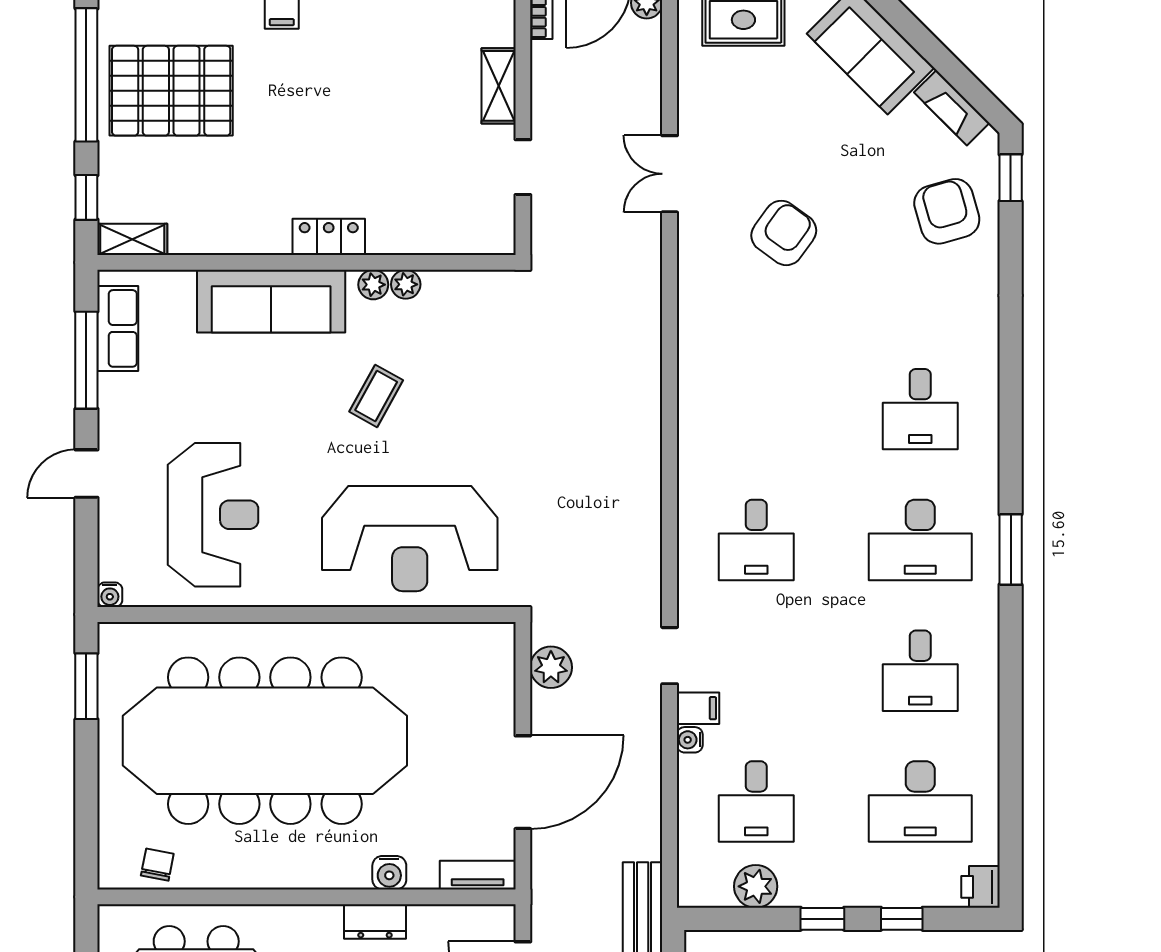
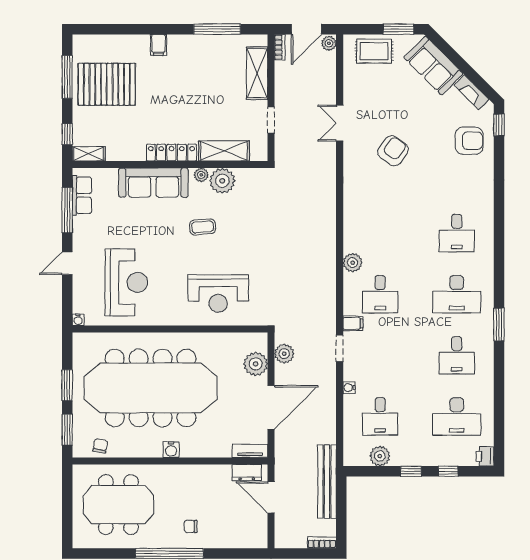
window: (86, 75) -> (67, 77), width x0.68
shelving: (499, 86) -> (257, 73), width x1.50, depth x1.33
armchair: (947, 211) -> (469, 141), turned 106
shelving: (422, 233) -> (224, 151), added
locker: (329, 237) -> (171, 153), width x1.53
plant: (406, 284) -> (222, 181), width x1.88, depth x1.88
coffee table: (376, 396) -> (203, 227), turned 56
plant: (697, 472) -> (353, 263), added
reception desk: (410, 539) -> (218, 294), width x0.74, depth x0.77
window: (1011, 550) -> (499, 324), moved
window: (86, 686) -> (67, 385), moved
plant: (490, 689) -> (256, 364), added
filing cabinet: (698, 708) -> (353, 323), moved
window: (86, 830) -> (67, 430), added
water cooler: (389, 873) -> (171, 450), moved
dresser: (375, 922) -> (247, 472), moved

